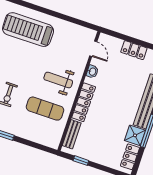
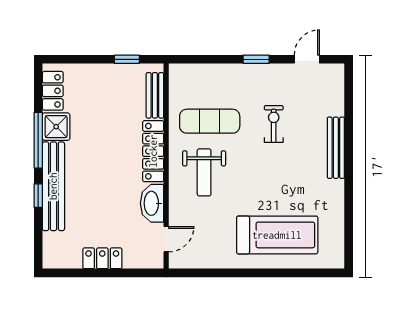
door: (93, 49) -> (166, 239), swing flipped
washbasin: (92, 72) -> (152, 203), width x1.91, depth x1.45
weight bench: (58, 80) -> (204, 172), turned 90

